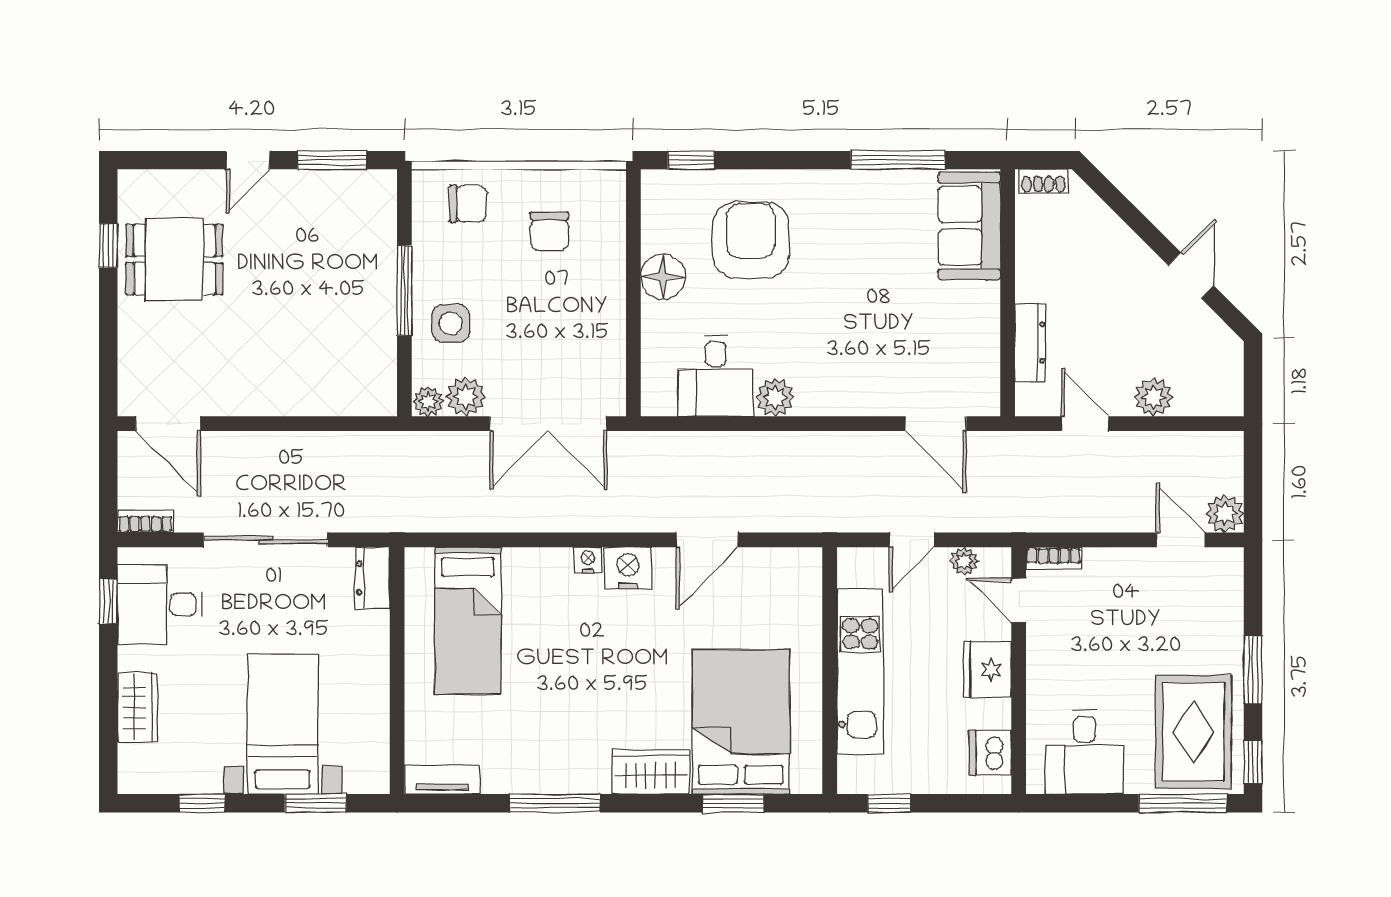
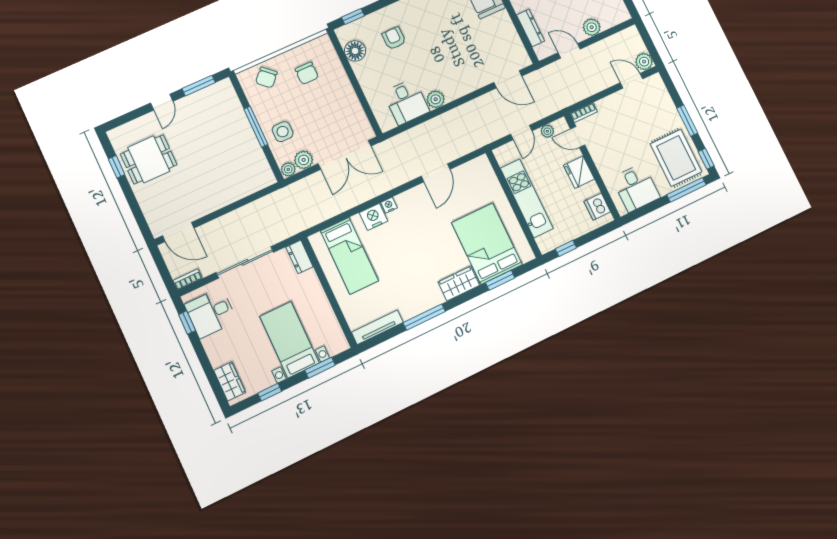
chair: (468, 204) -> (266, 77), turned 133
armchair: (751, 240) -> (394, 38), width x0.53, depth x0.53
floor lamp: (663, 277) -> (355, 51), moved
nightstand: (628, 568) -> (373, 217), moved
wardrobe: (138, 707) -> (230, 381), moved
tv unit: (442, 780) -> (377, 327), width x1.41

